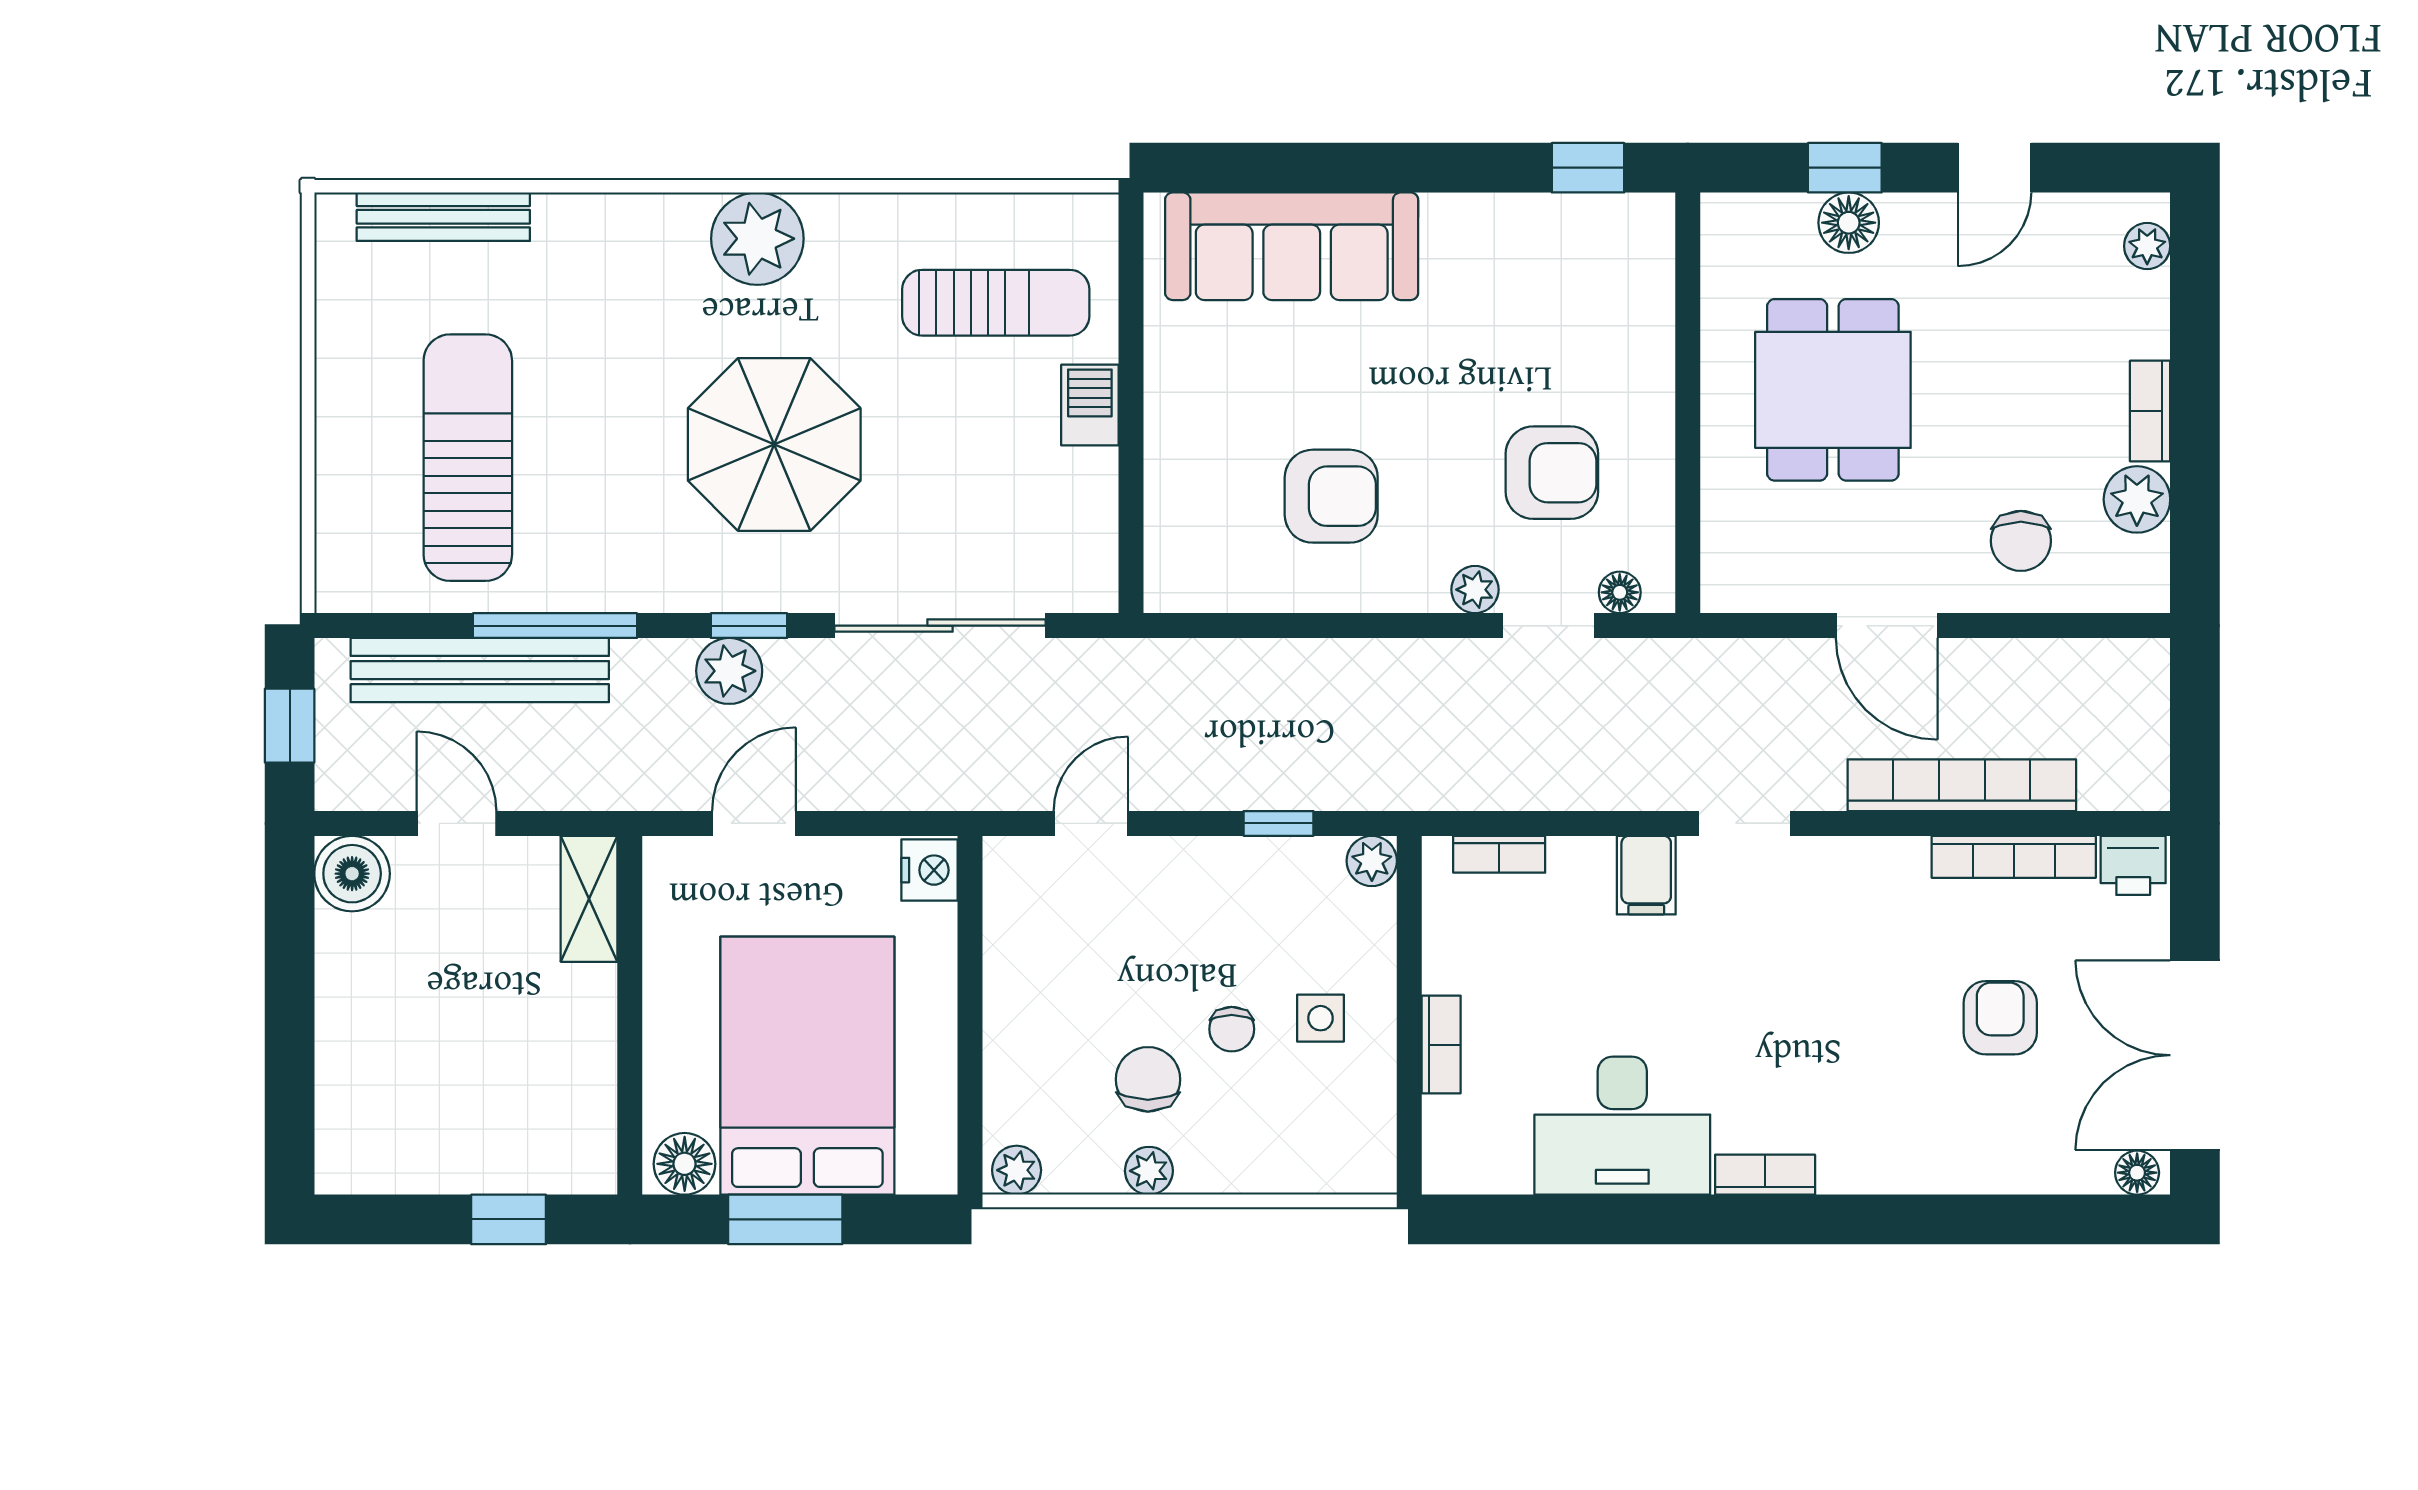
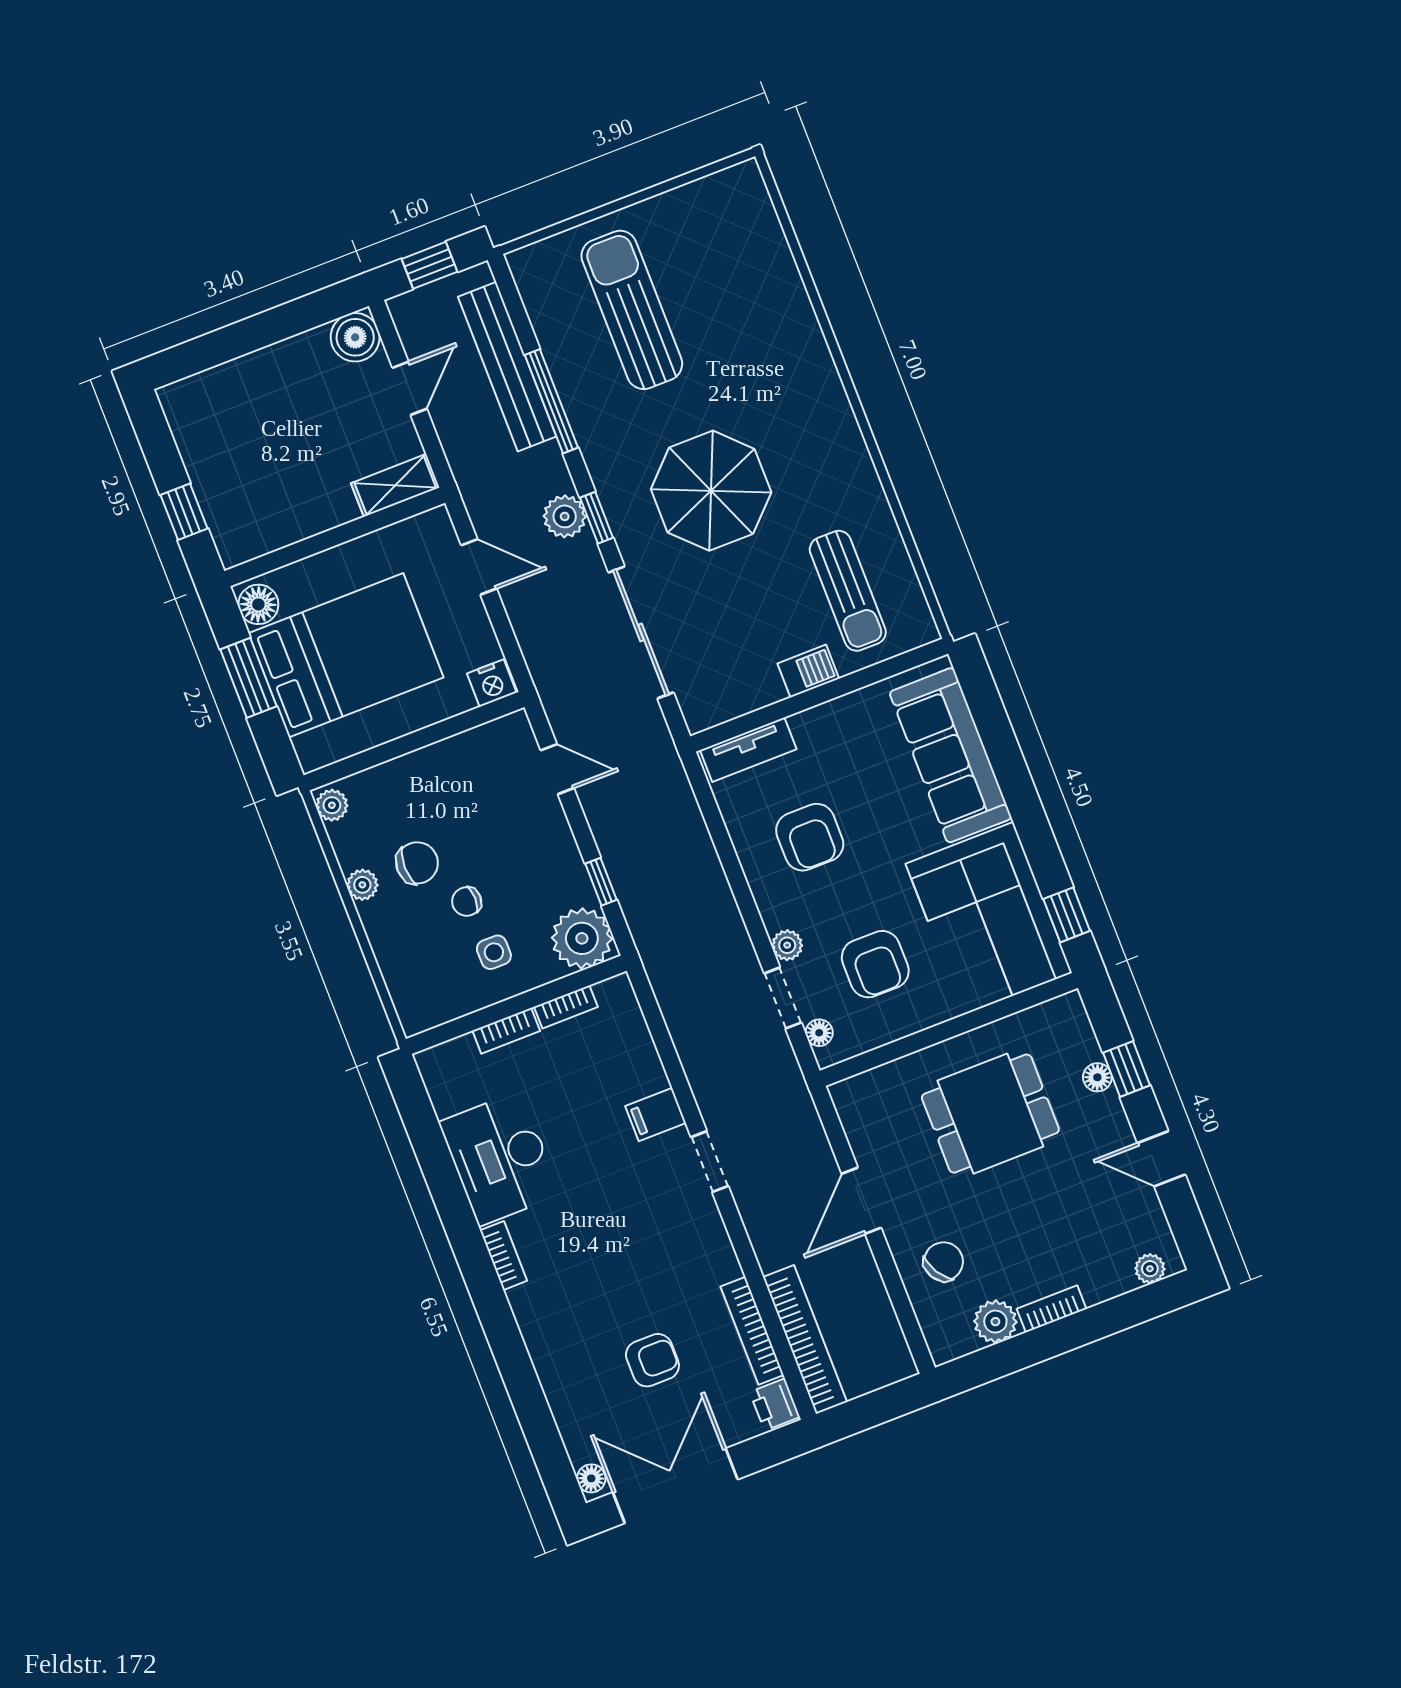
bench: (443, 217) -> (771, 239), removed
floor lamp: (1849, 223) -> (1097, 1077), width x0.73, depth x0.73
plant: (757, 239) -> (831, 433), removed
corner sofa: (1549, 282) -> (989, 918), added
sun lounger: (468, 458) -> (632, 310), turned -90
tv unit: (1170, 536) -> (748, 750), added
chair: (2021, 541) -> (943, 1262), turned 149
bookcase: (1962, 785) -> (805, 1340), moved
bookcase: (1499, 854) -> (566, 1007), moved, turned -90
plant: (1372, 861) -> (582, 938), width x1.88, depth x1.88

